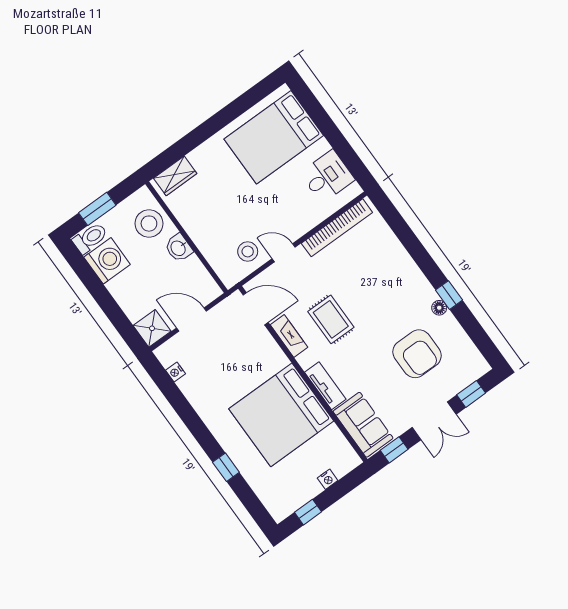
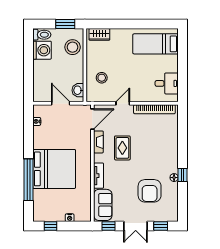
bed: (274, 137) -> (156, 44), width x0.67
window: (97, 209) -> (65, 24), moved
washbasin: (179, 248) -> (78, 90), moved
stool: (248, 252) -> (102, 78), moved
door: (284, 253) -> (123, 103), hinge flipped
door: (256, 309) -> (92, 119), hinge flipped
shower: (152, 328) -> (40, 95), removed
bed: (281, 415) -> (54, 169), moved, turned 180
window: (226, 467) -> (28, 180), width x3.17

